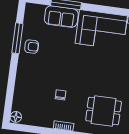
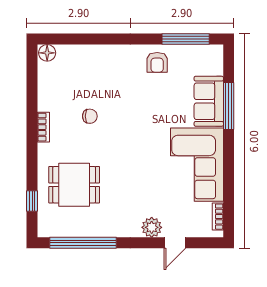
window: (17, 38) -> (186, 39), moved
dining table: (104, 111) -> (74, 185), turned 90

